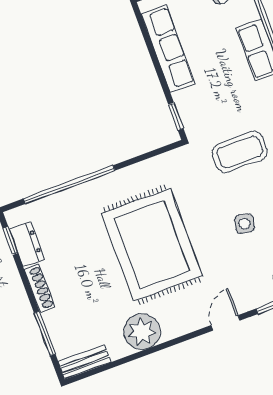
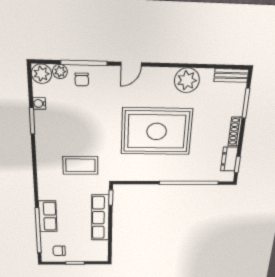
row of seats: (168, 49) -> (100, 218), moved
side table: (245, 224) -> (94, 123), removed
rug: (152, 245) -> (157, 131), turned 90

